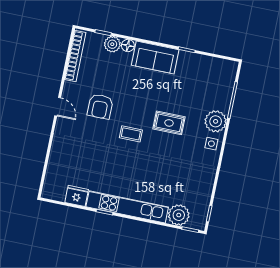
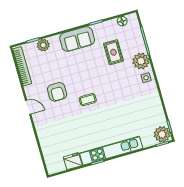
floor lamp: (128, 45) -> (122, 21), moved
rug: (169, 123) -> (113, 52), moved, turned 90
plant: (179, 215) -> (162, 134), moved

